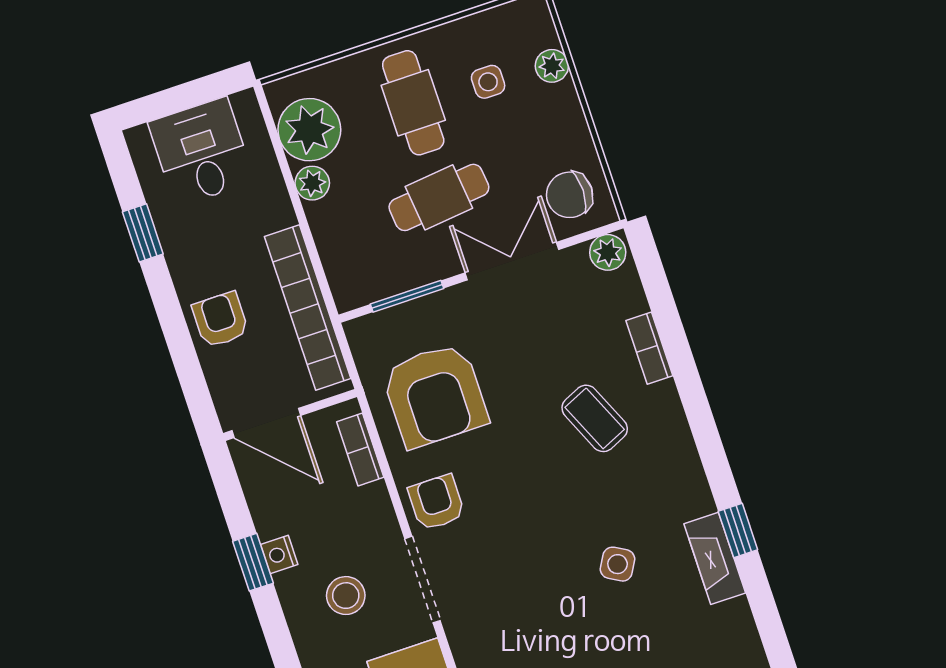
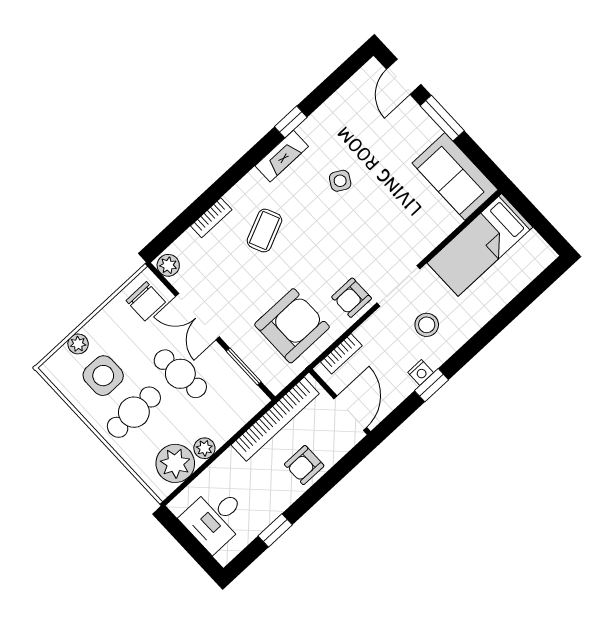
side table: (488, 82) -> (103, 376), width x1.87, depth x1.87
fireplace: (715, 558) -> (282, 156), moved

